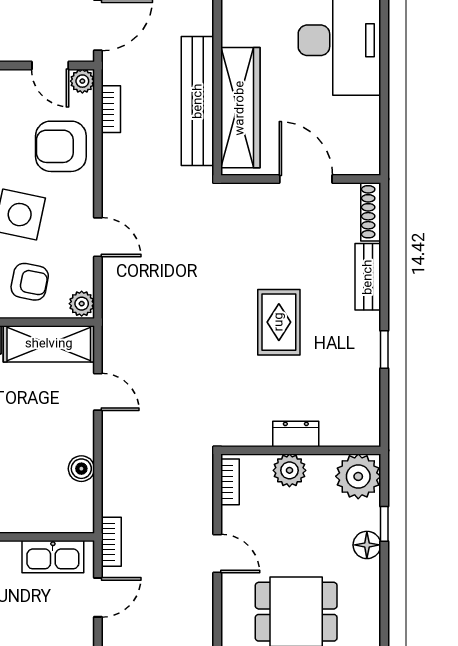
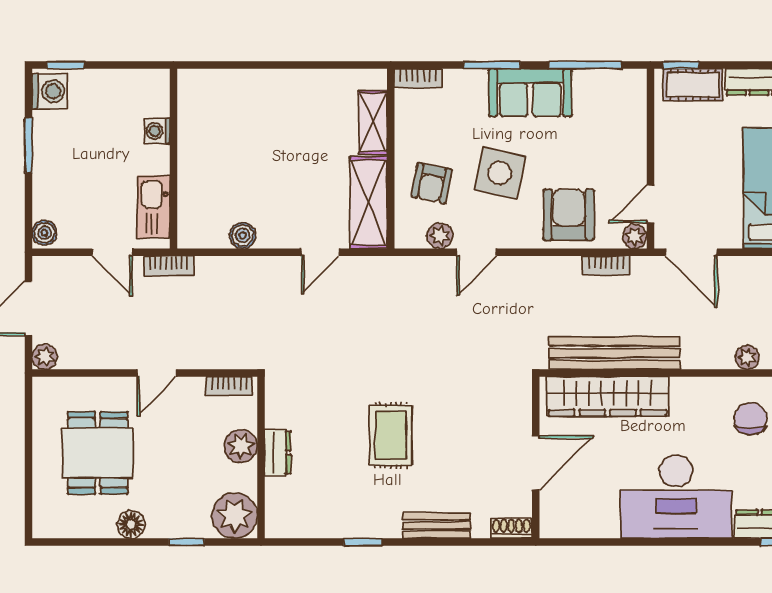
shoe rack: (371, 212) -> (511, 528), width x0.70
plant: (82, 304) -> (440, 236), moved
rug: (279, 322) -> (391, 435), turned 90
floor lamp: (367, 545) -> (131, 525), moved

